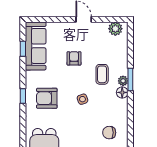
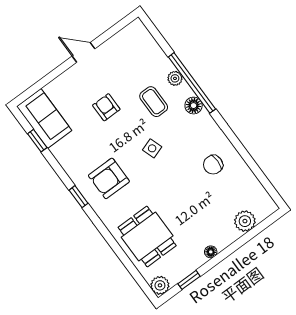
plant: (115, 29) -> (129, 36), removed
sofa: (36, 46) -> (44, 118), width x0.73
window: (130, 80) -> (192, 83), width x2.11
plant: (123, 81) -> (175, 78), moved

